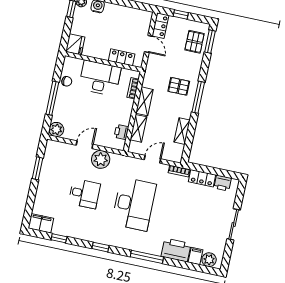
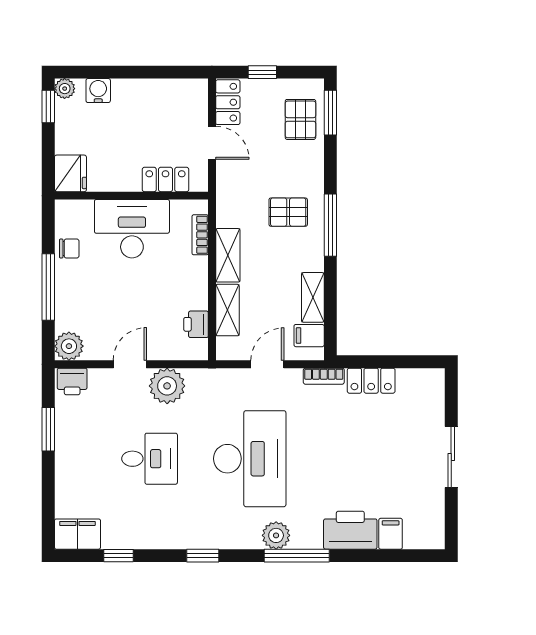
filing cabinet: (176, 149) -> (309, 336), added
printer: (223, 183) -> (72, 381), moved
plant: (209, 260) -> (276, 535), moved

